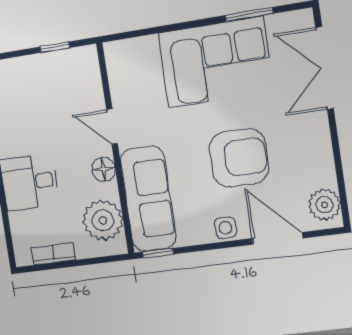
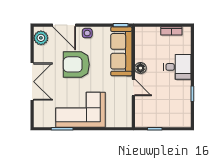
double door: (325, 68) -> (32, 82), moved
plant: (103, 220) -> (145, 44), removed

